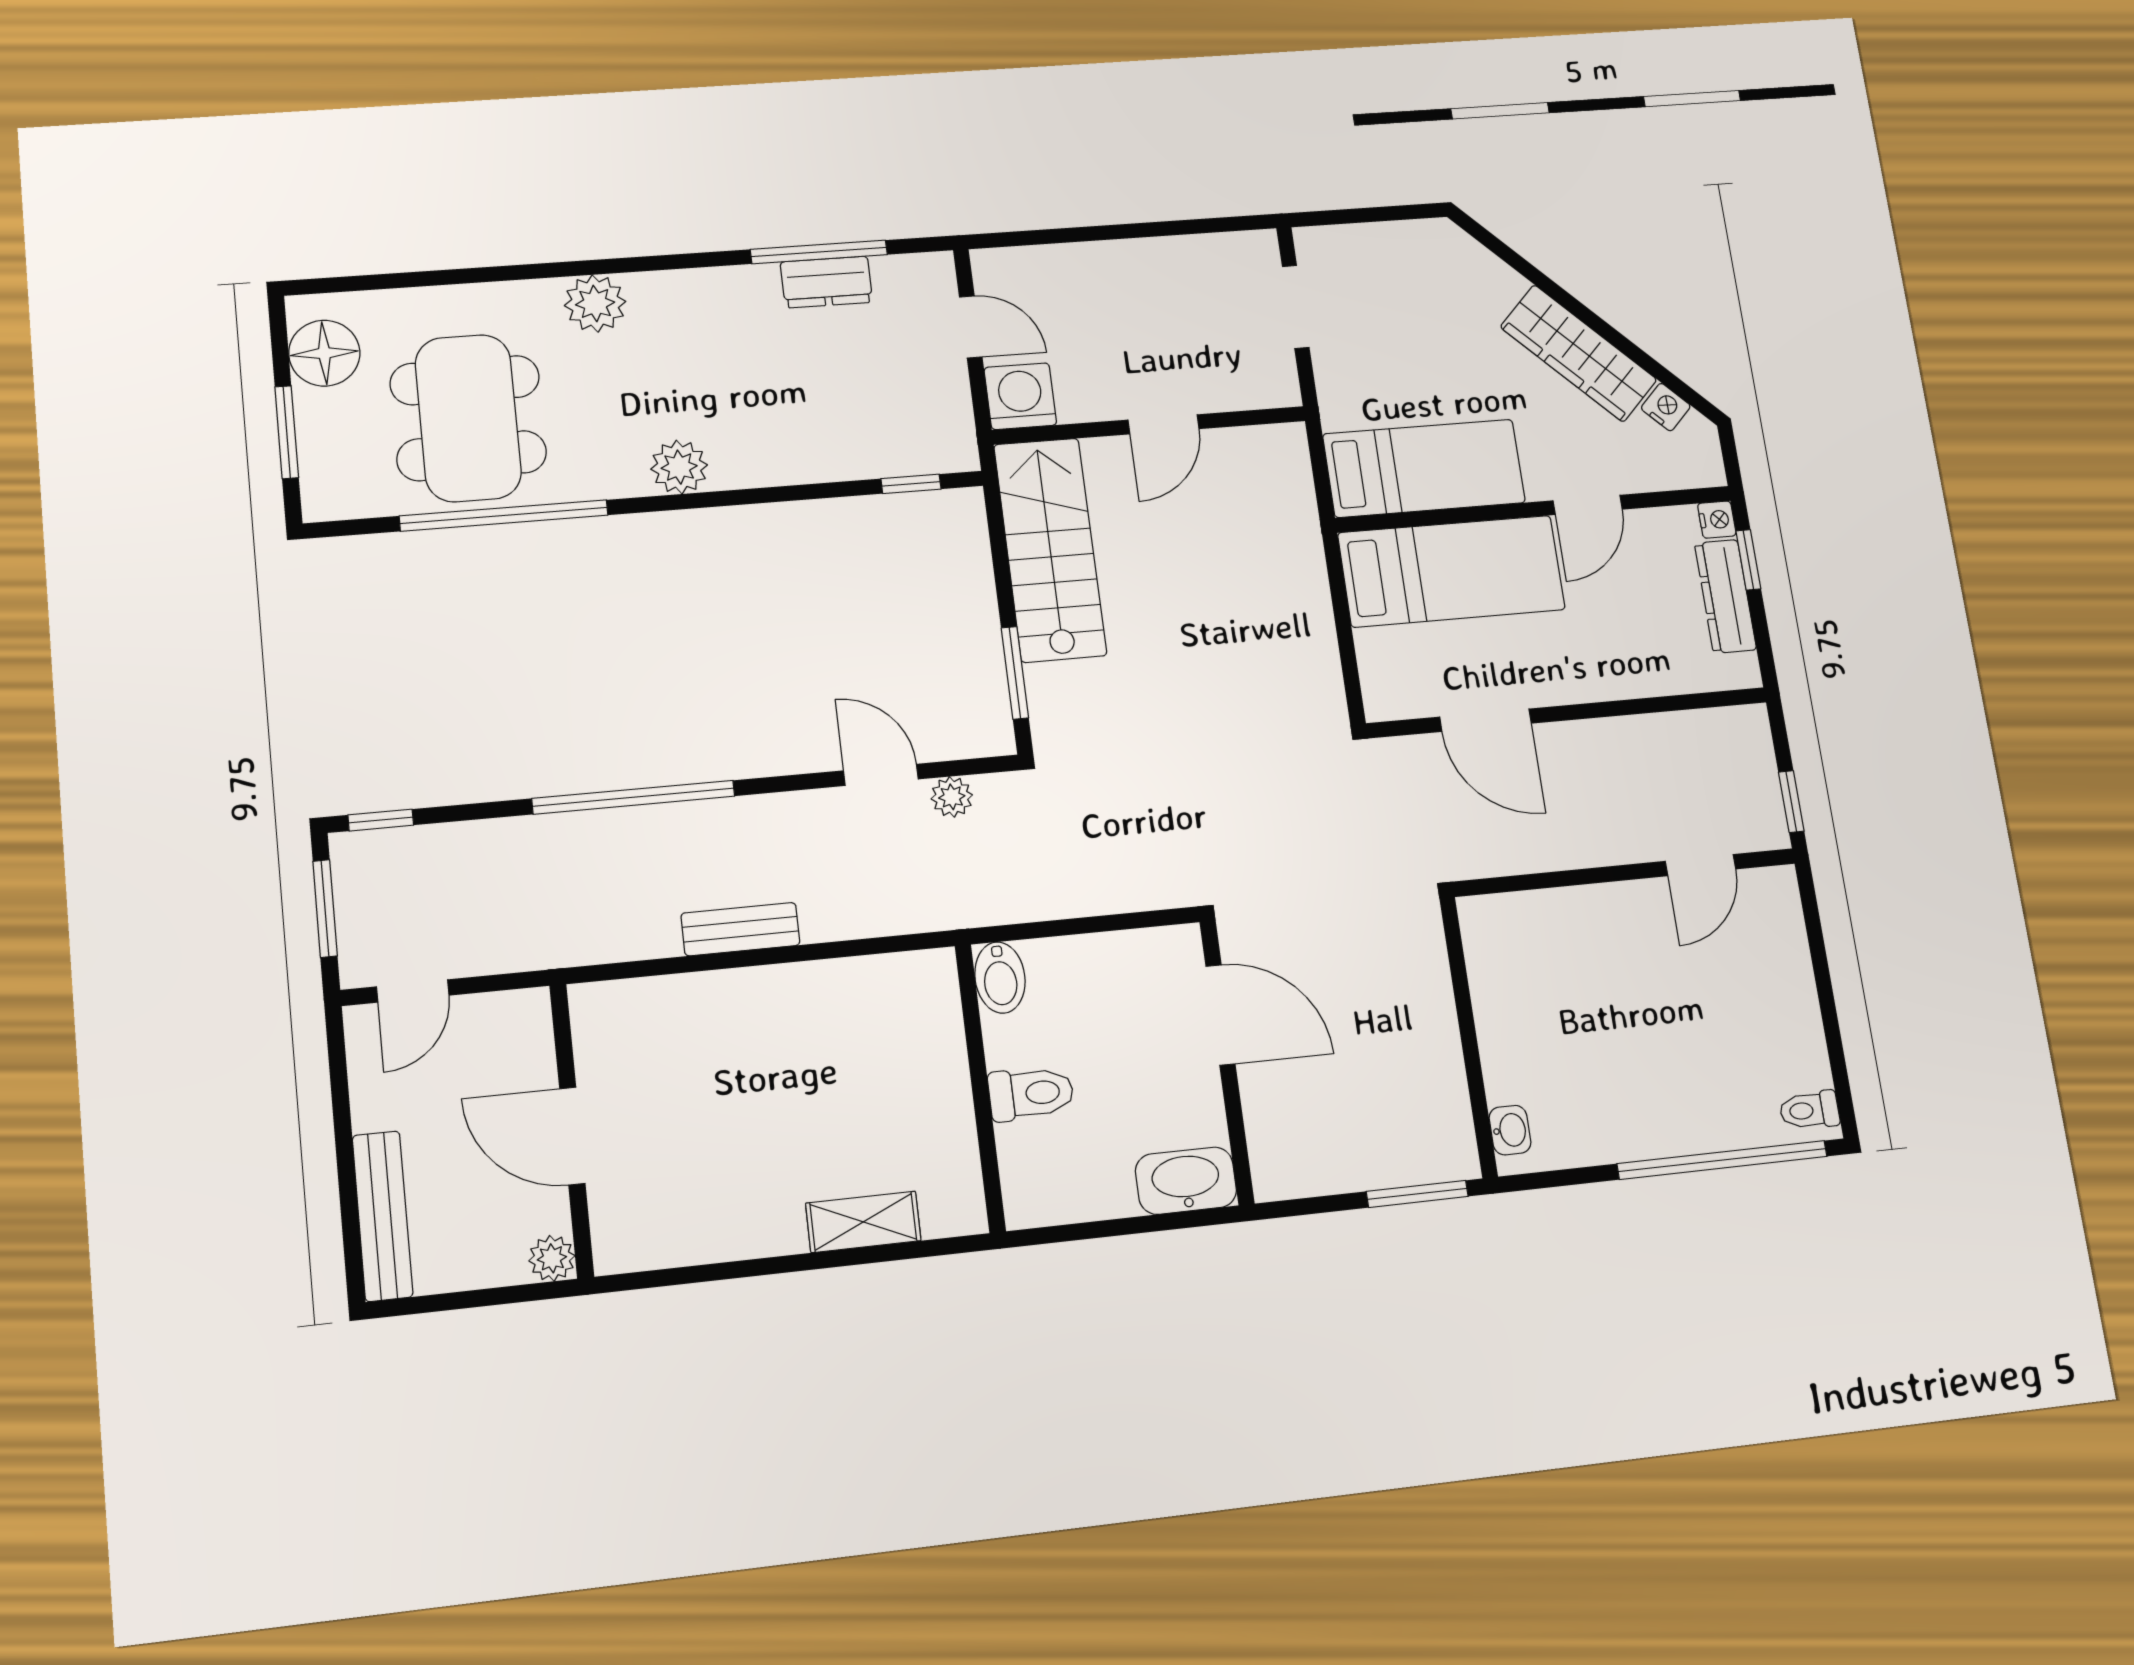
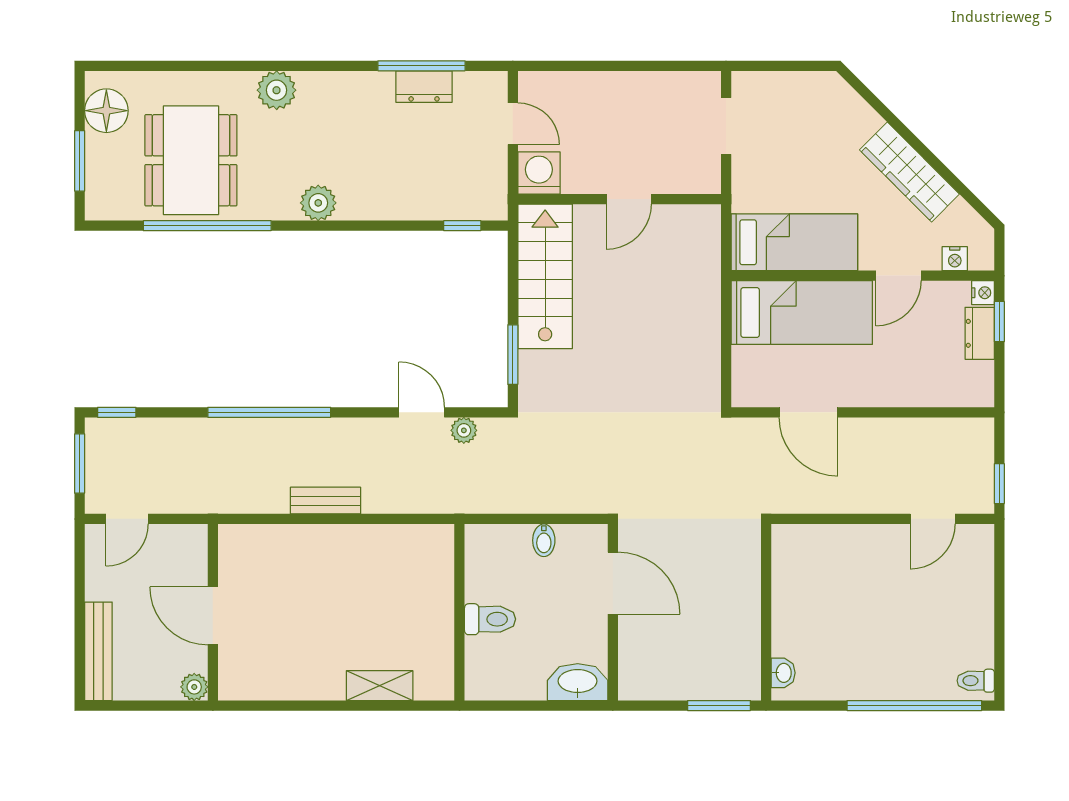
nightstand: (1666, 407) -> (955, 259), moved, turned 135
dresser: (1725, 596) -> (980, 333), width x0.70
bidet: (1000, 978) -> (544, 540), moved, width x0.72, depth x0.74

